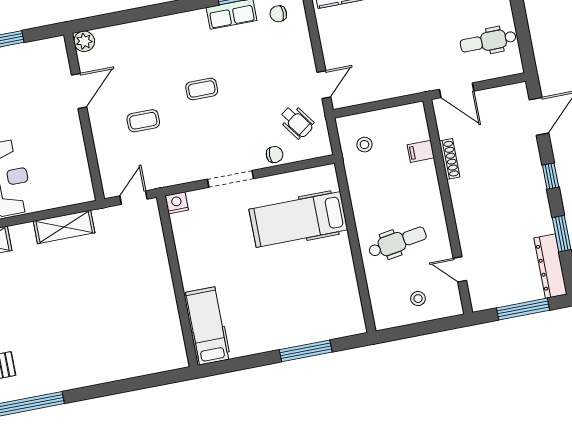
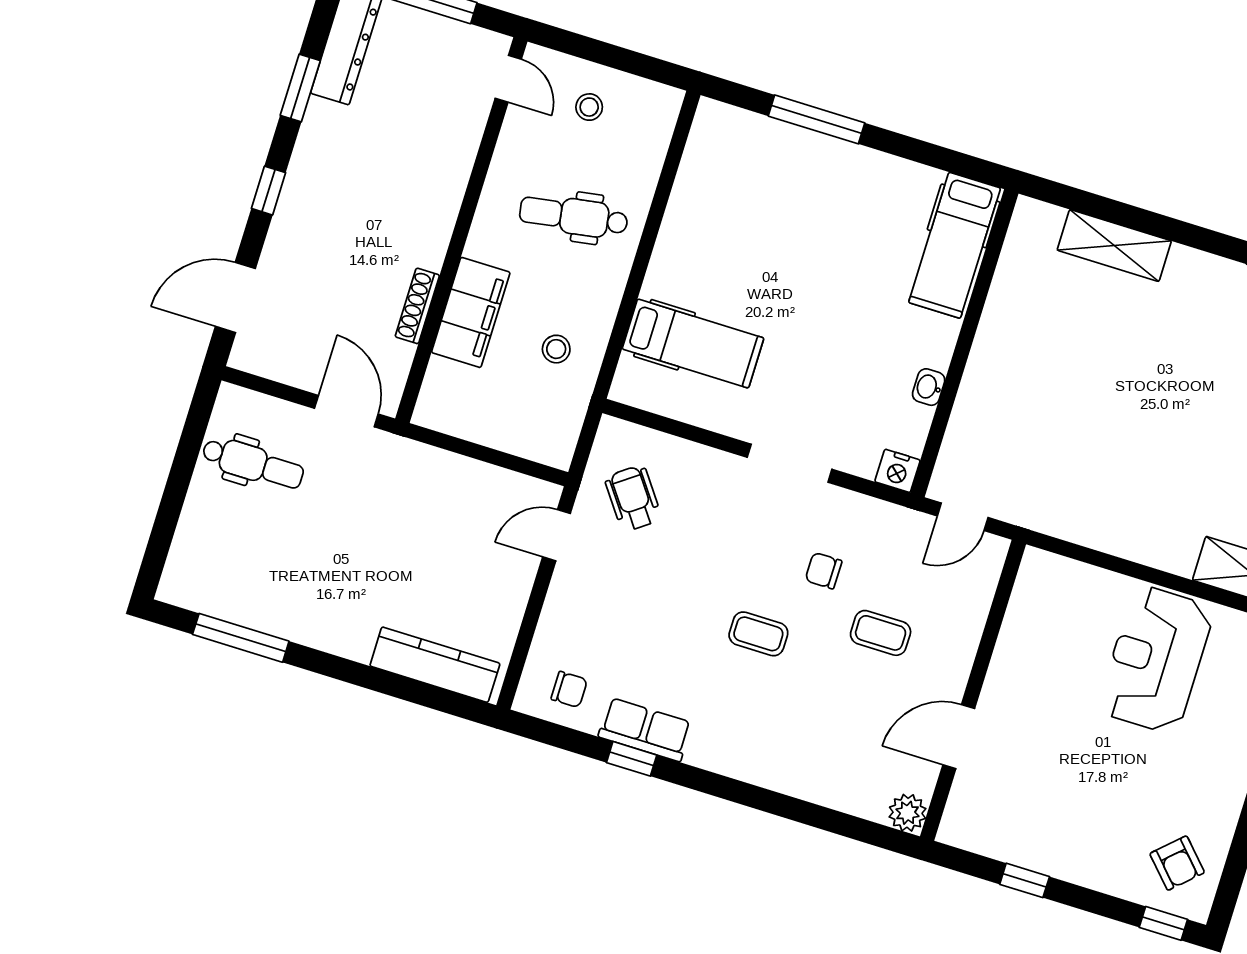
stool: (364, 145) -> (556, 349), moved
filing cabinet: (421, 151) -> (471, 312), width x3.00, depth x1.17
chair: (275, 155) -> (824, 571), moved
hospital bed: (298, 219) -> (693, 343), width x0.73, depth x0.78
shelving: (64, 227) -> (1114, 246), moved
washbasin: (183, 251) -> (929, 387), added
door: (460, 269) -> (508, 79), moved

